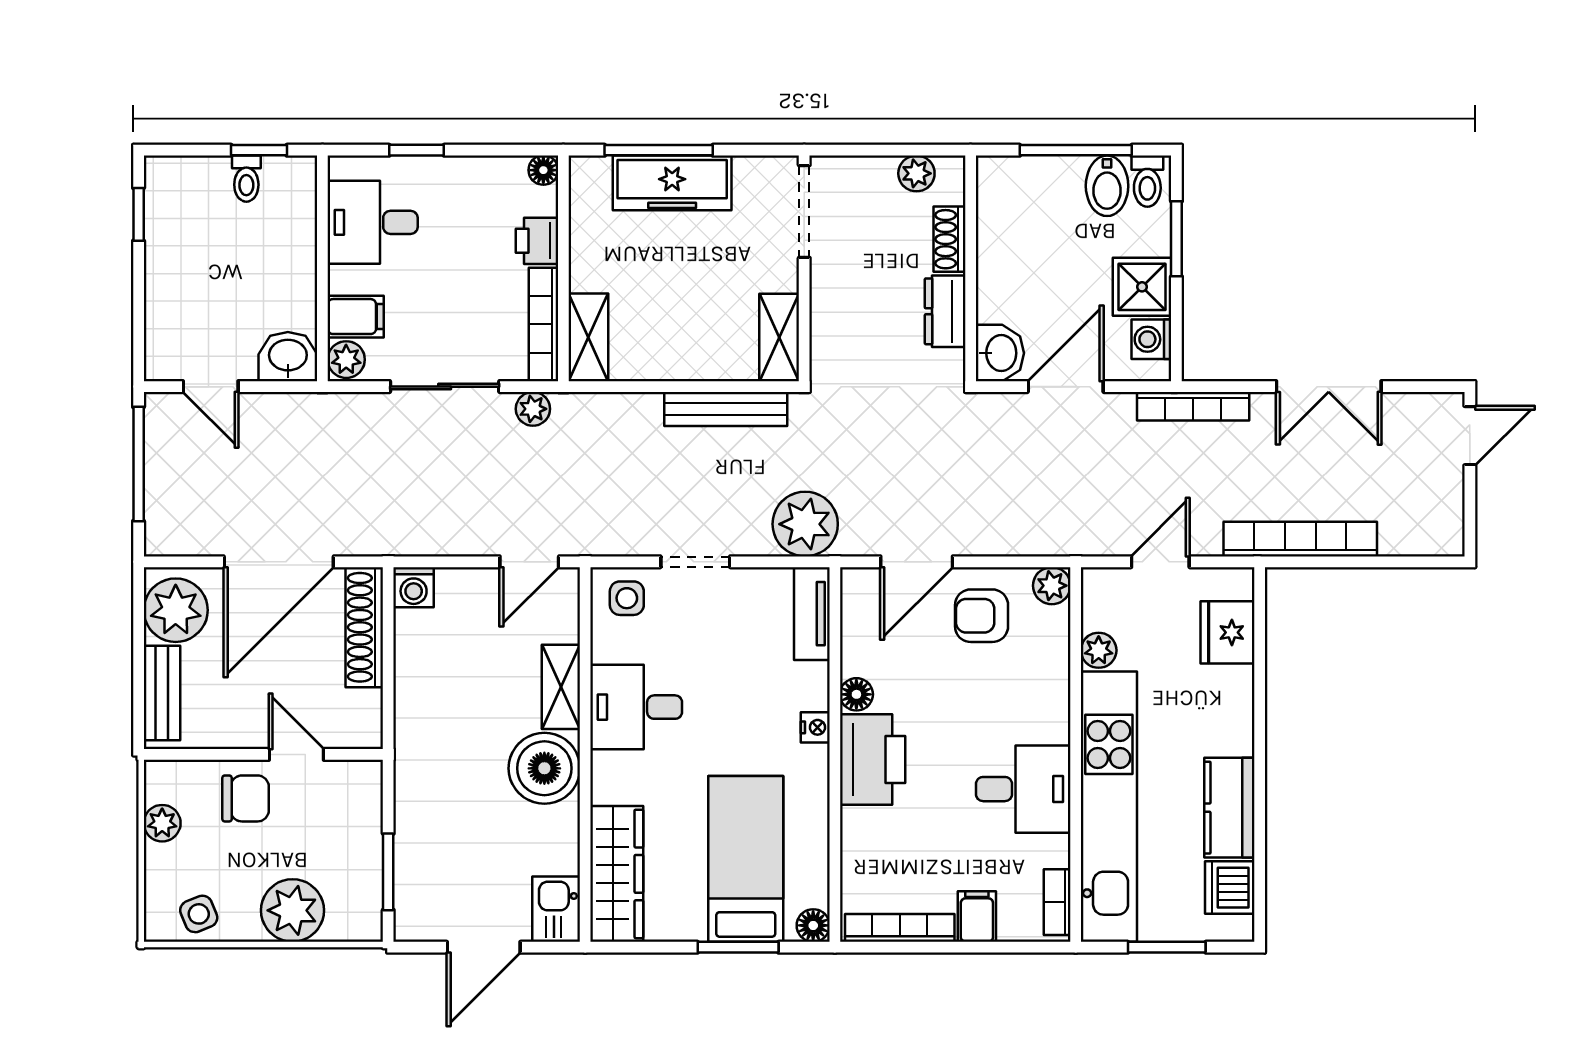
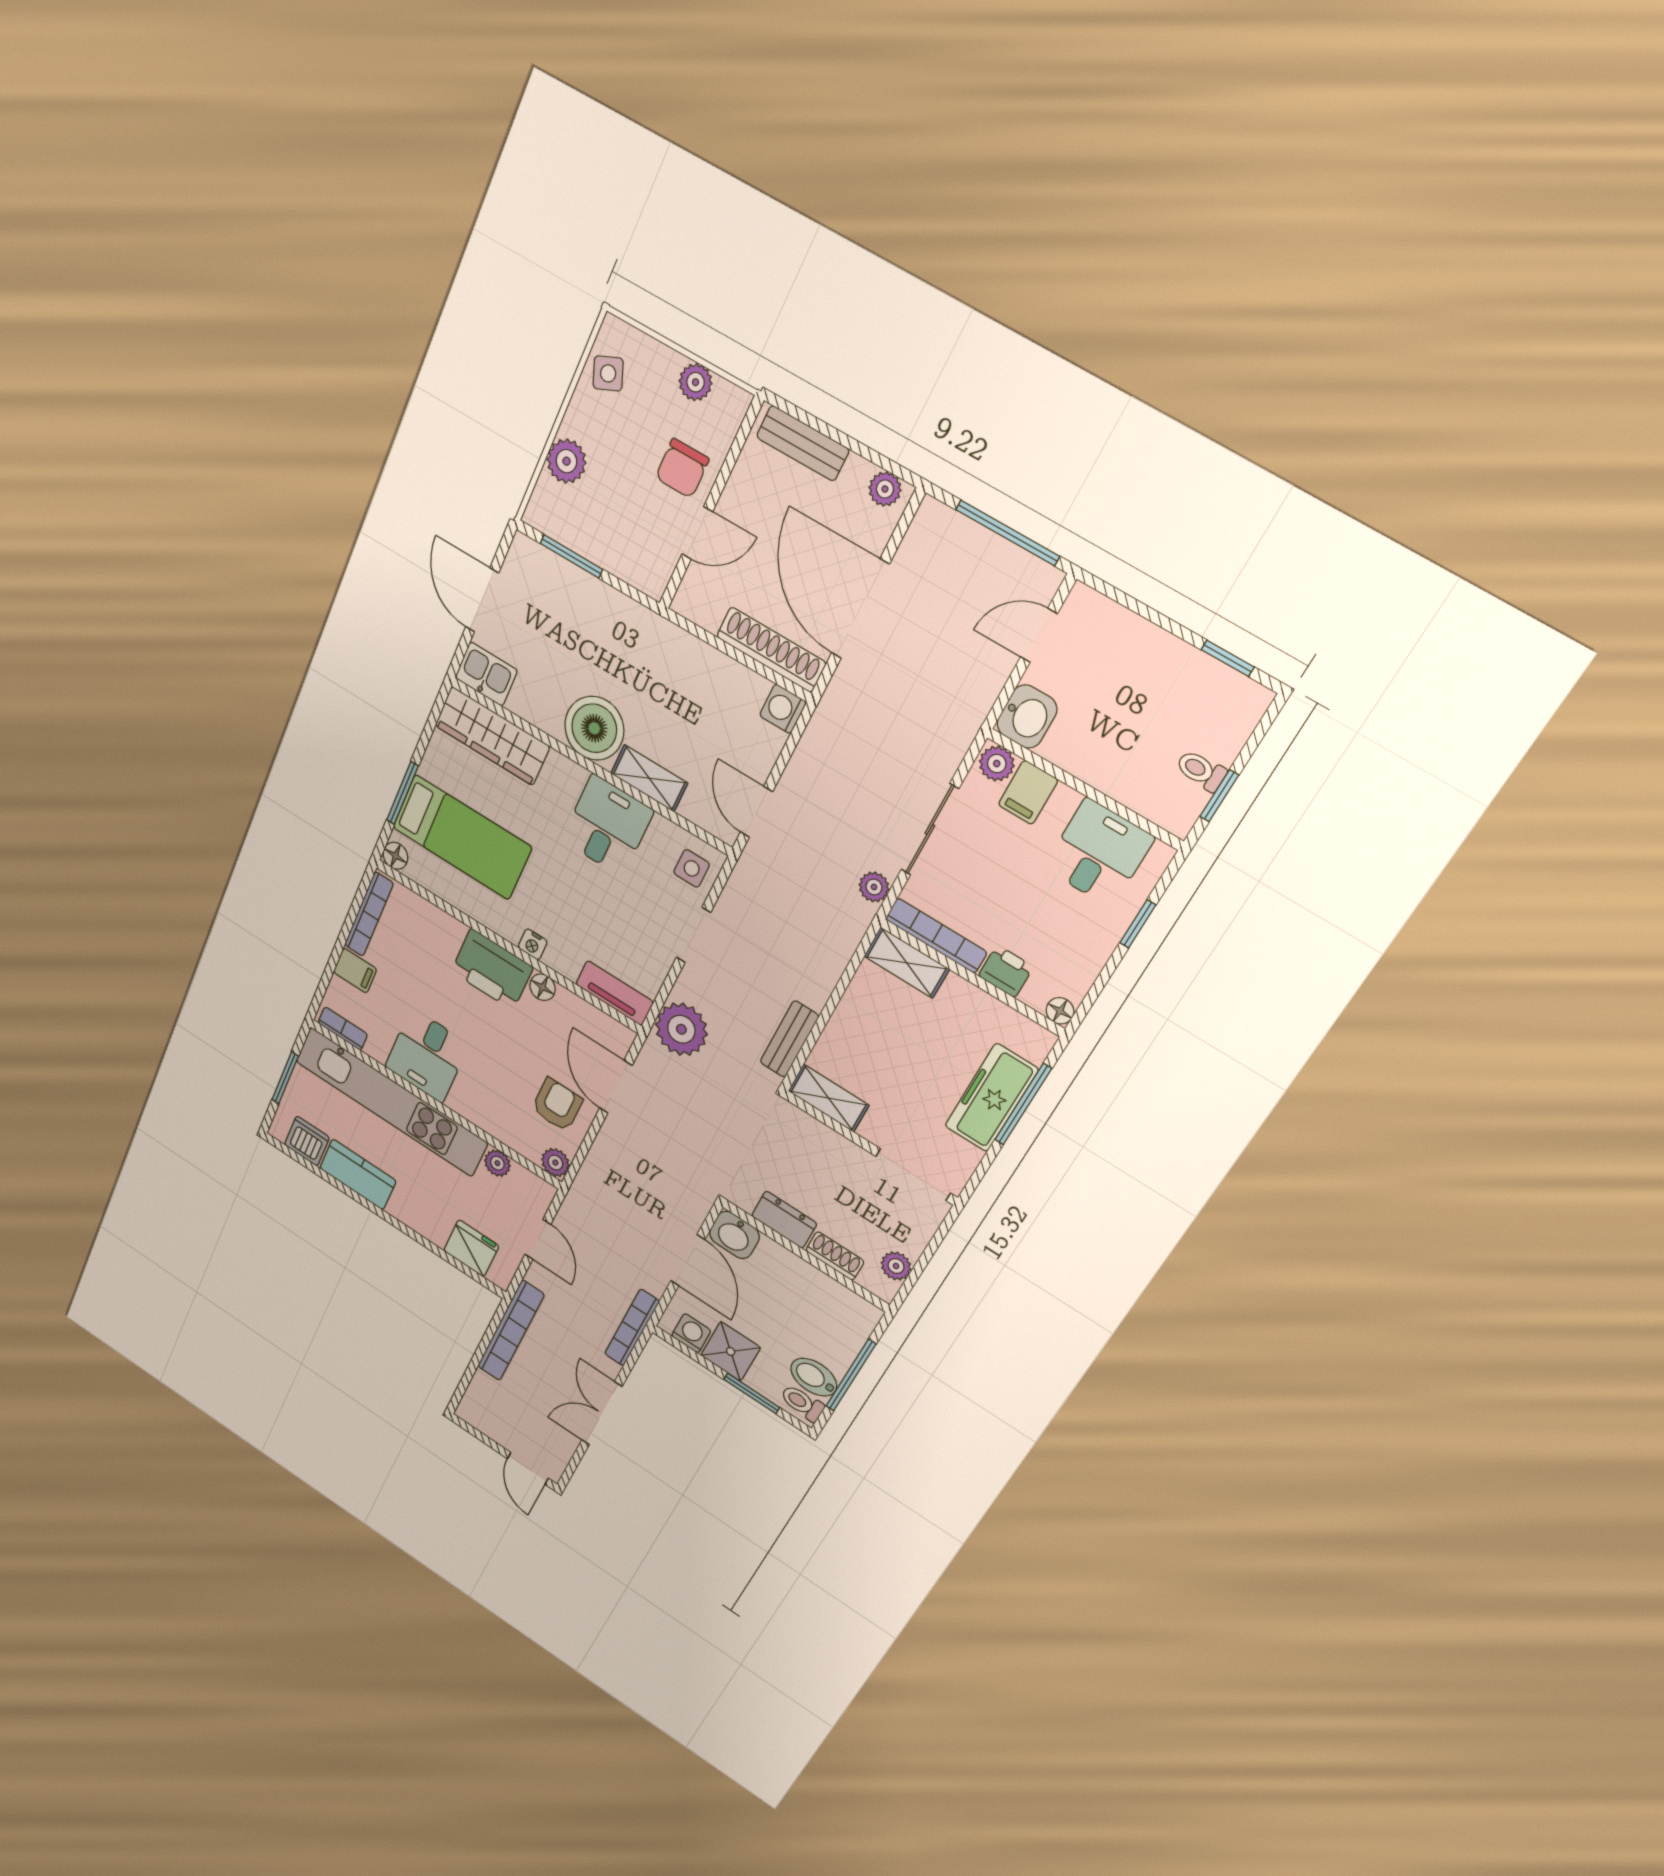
bench: (726, 409) -> (789, 1039), width x0.73
plant: (176, 610) -> (885, 489), width x0.53, depth x0.53
plant: (292, 910) -> (566, 461), width x0.73, depth x0.73

